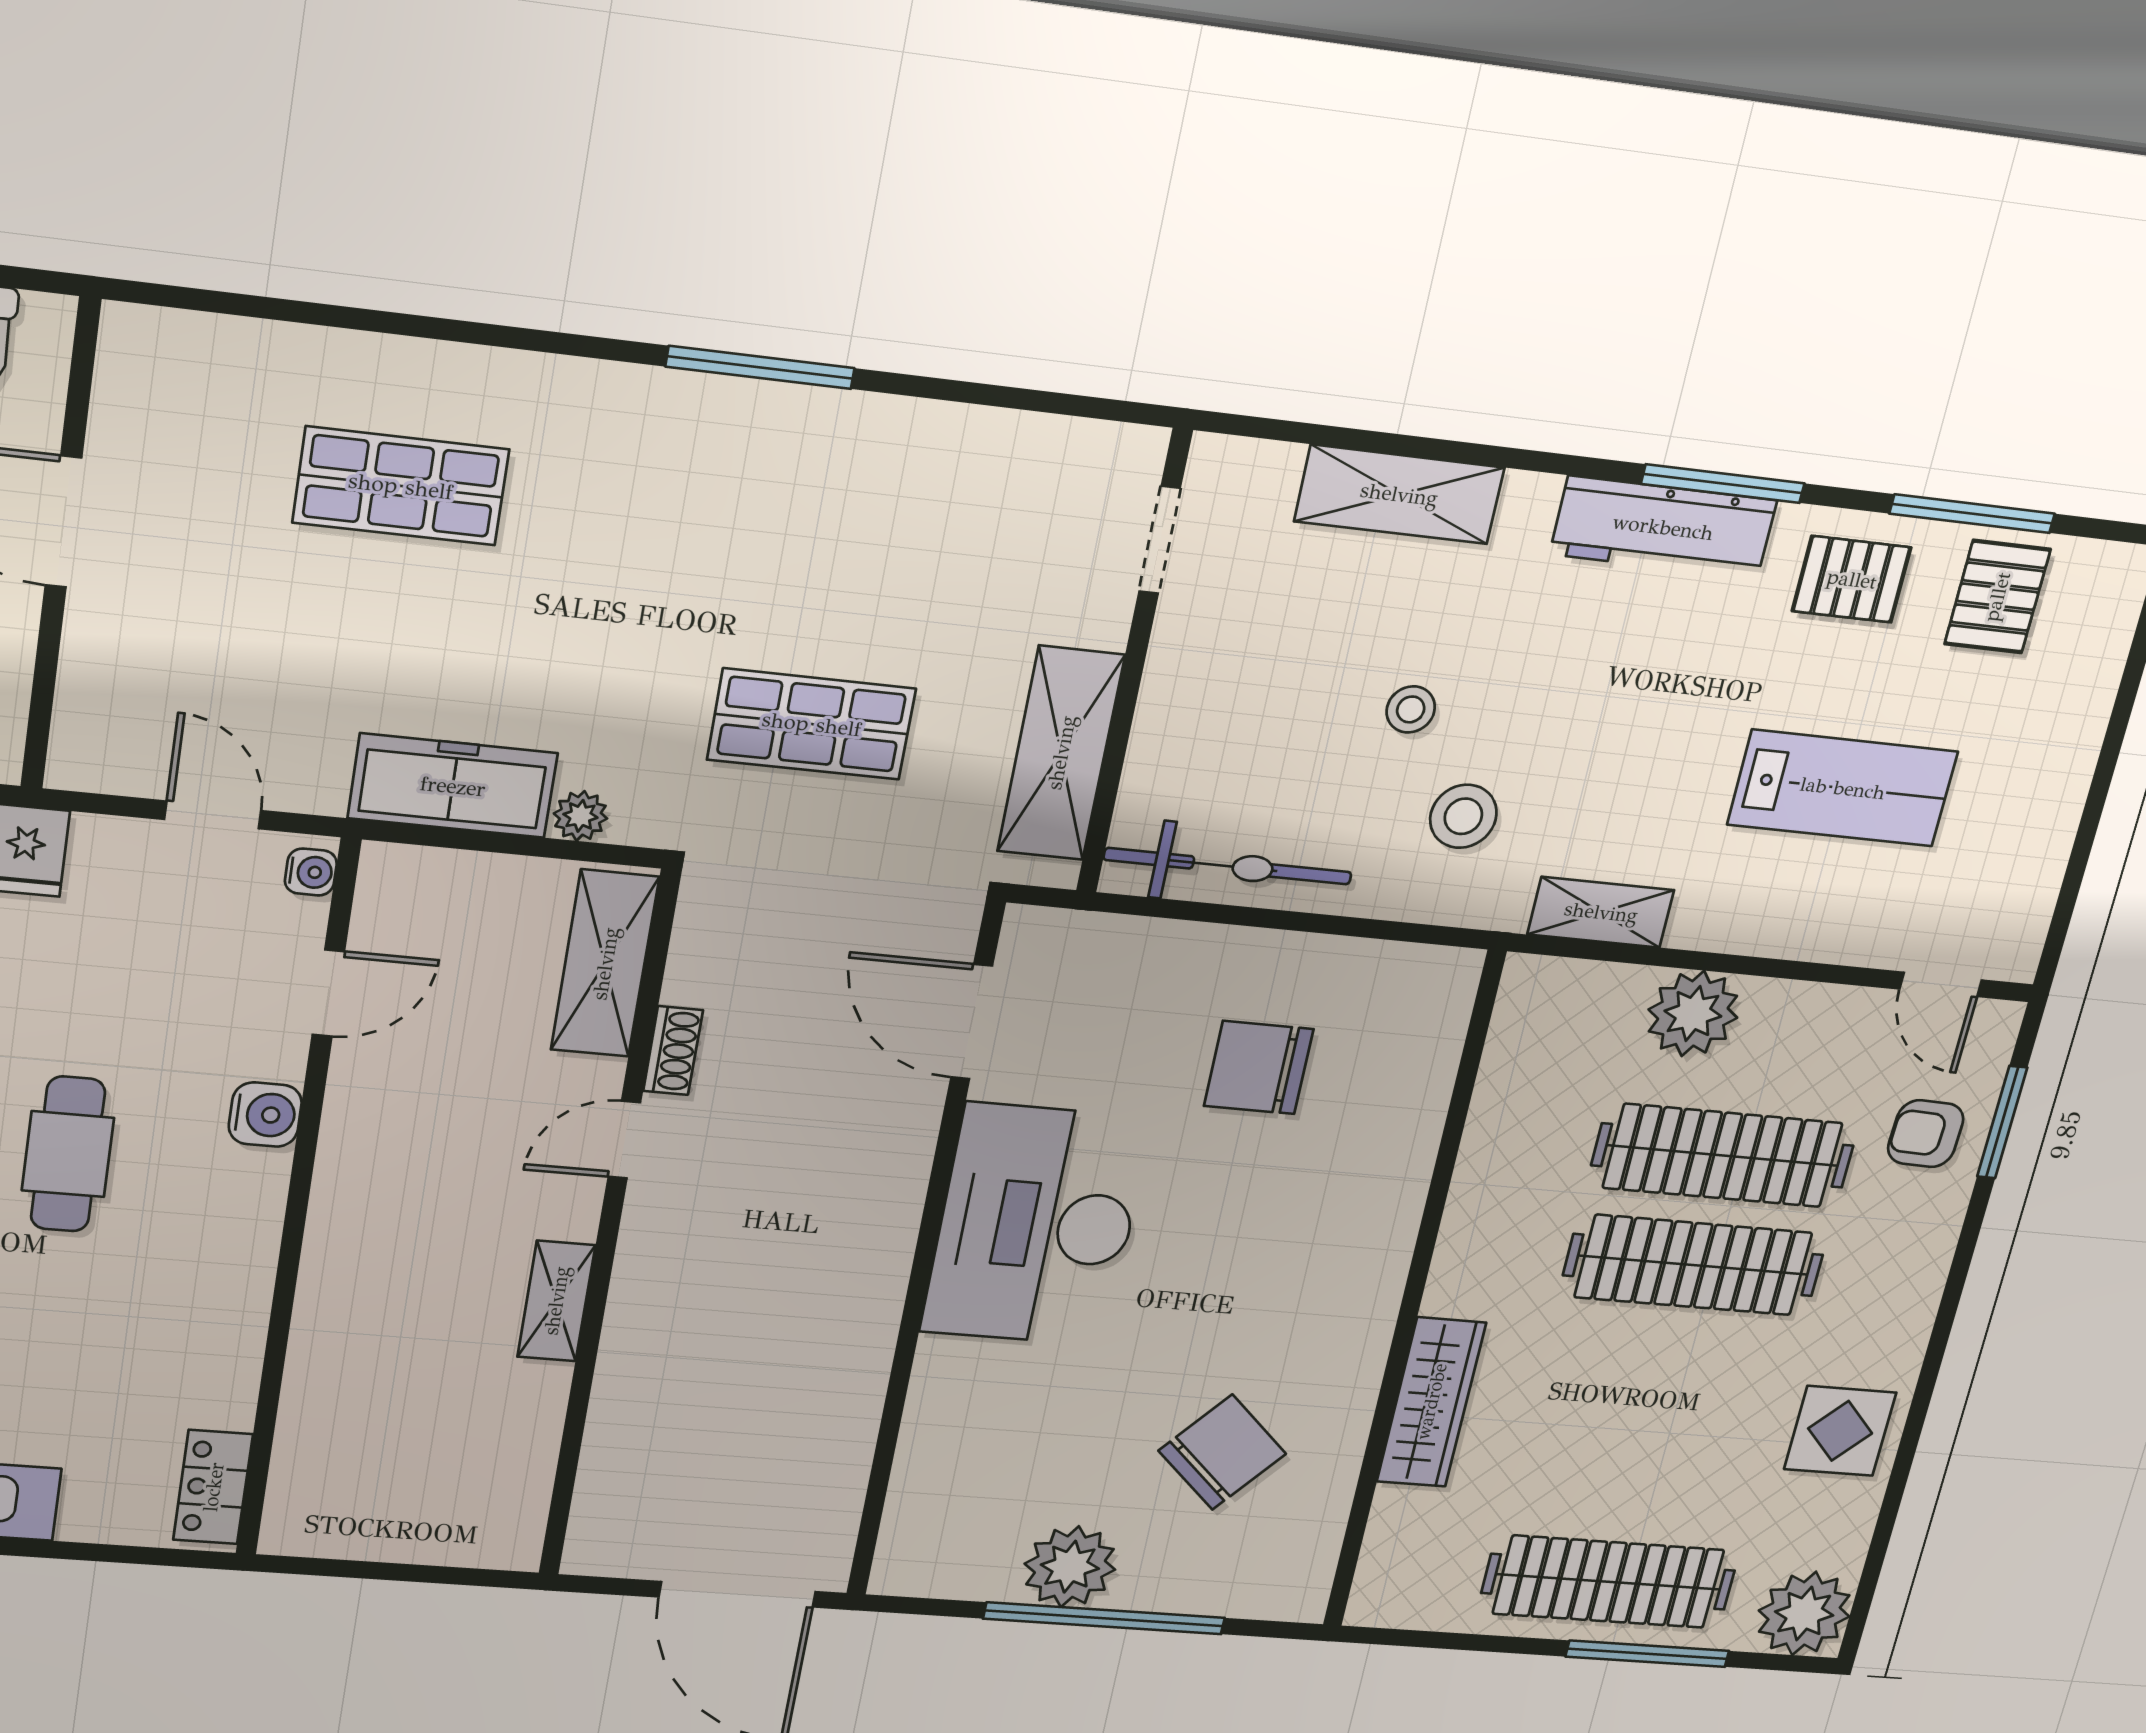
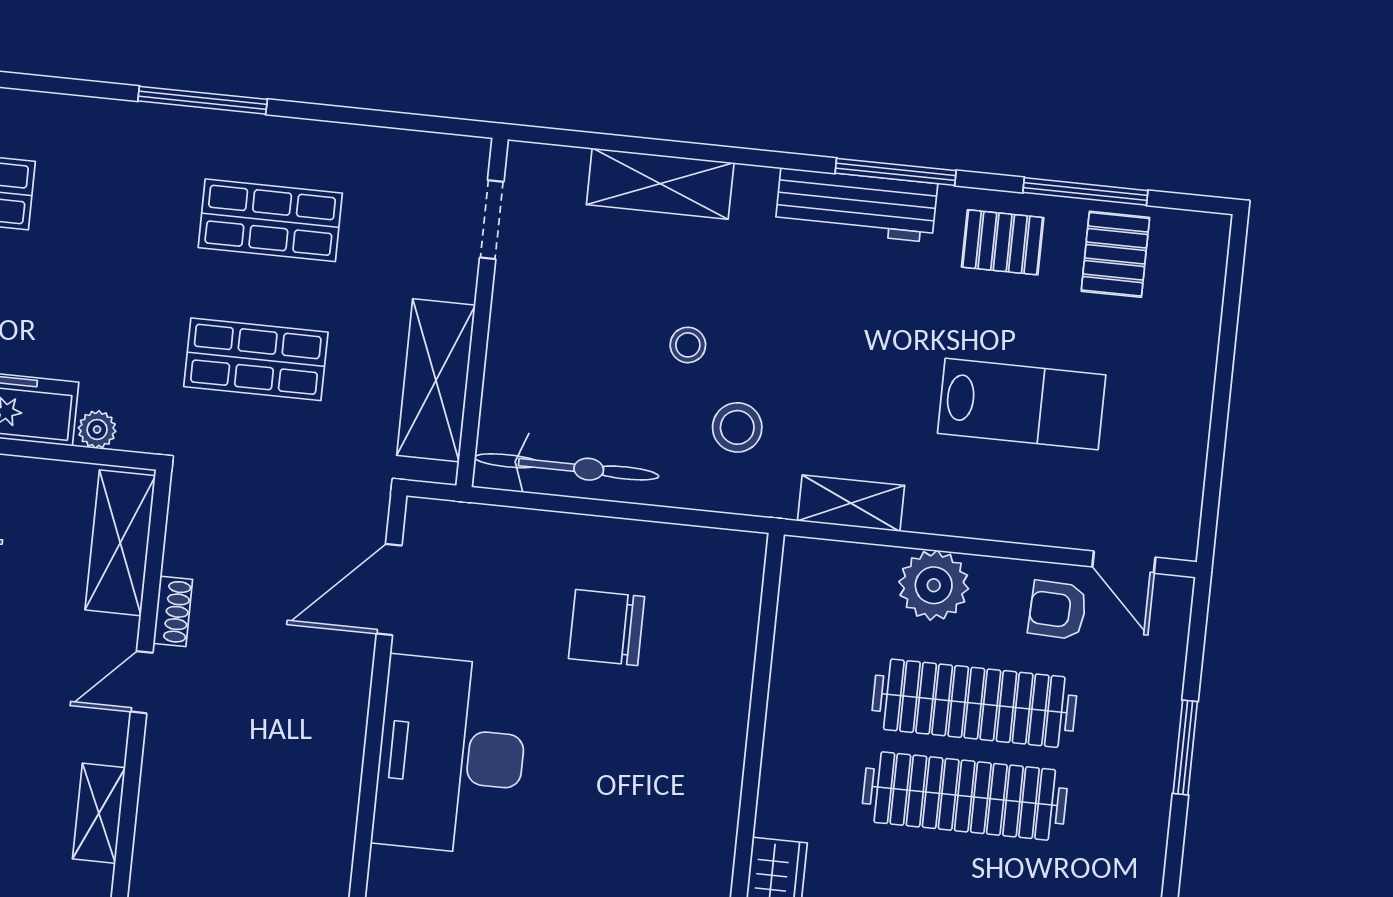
shop shelf: (846, 536) -> (270, 220), added
door: (972, 1022) -> (389, 589), hinge flipped
window: (2002, 1122) -> (1185, 747), moved
armchair: (1926, 1134) -> (1058, 610), moved

